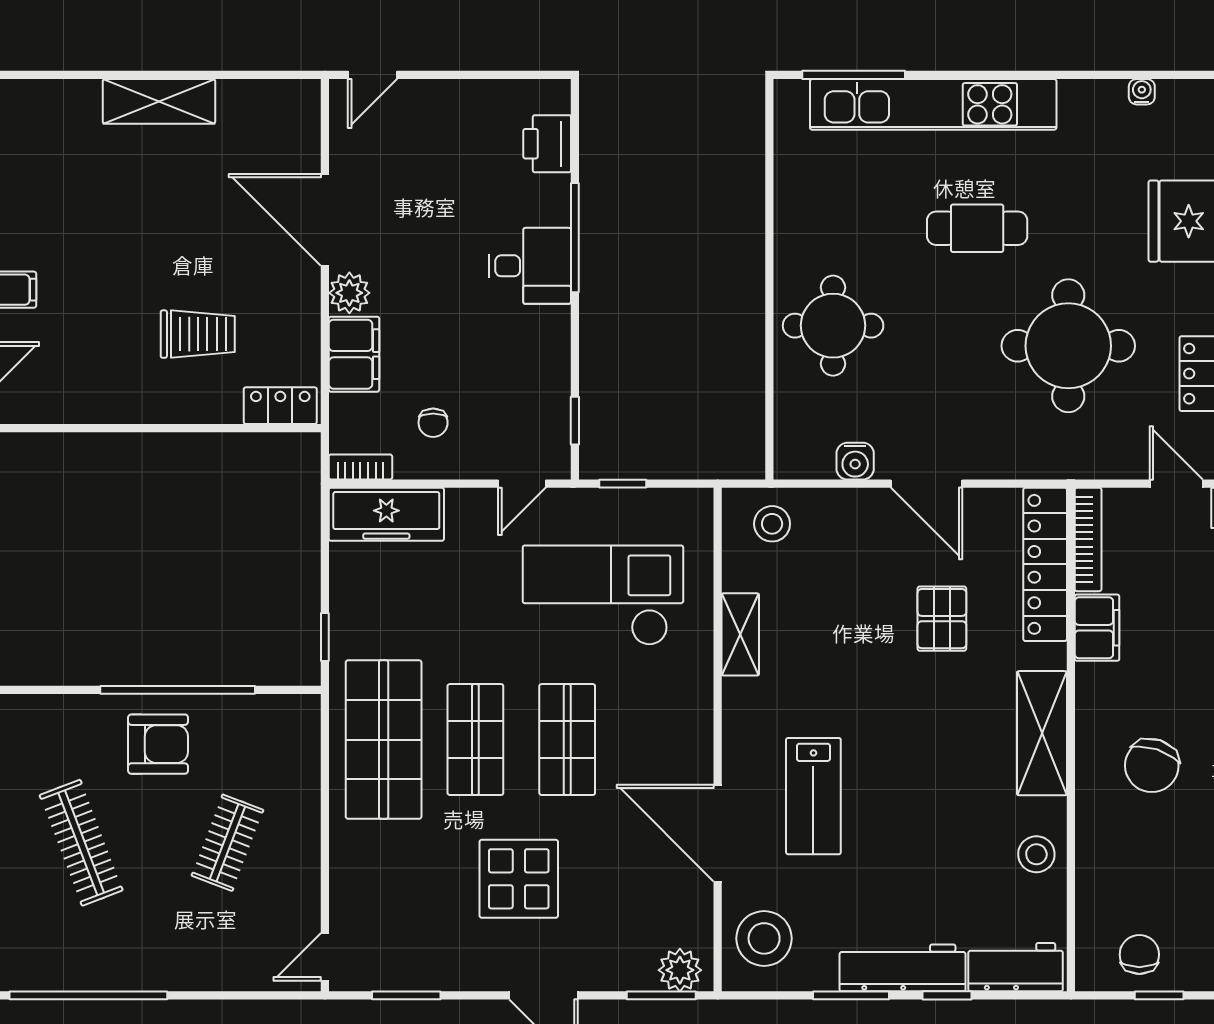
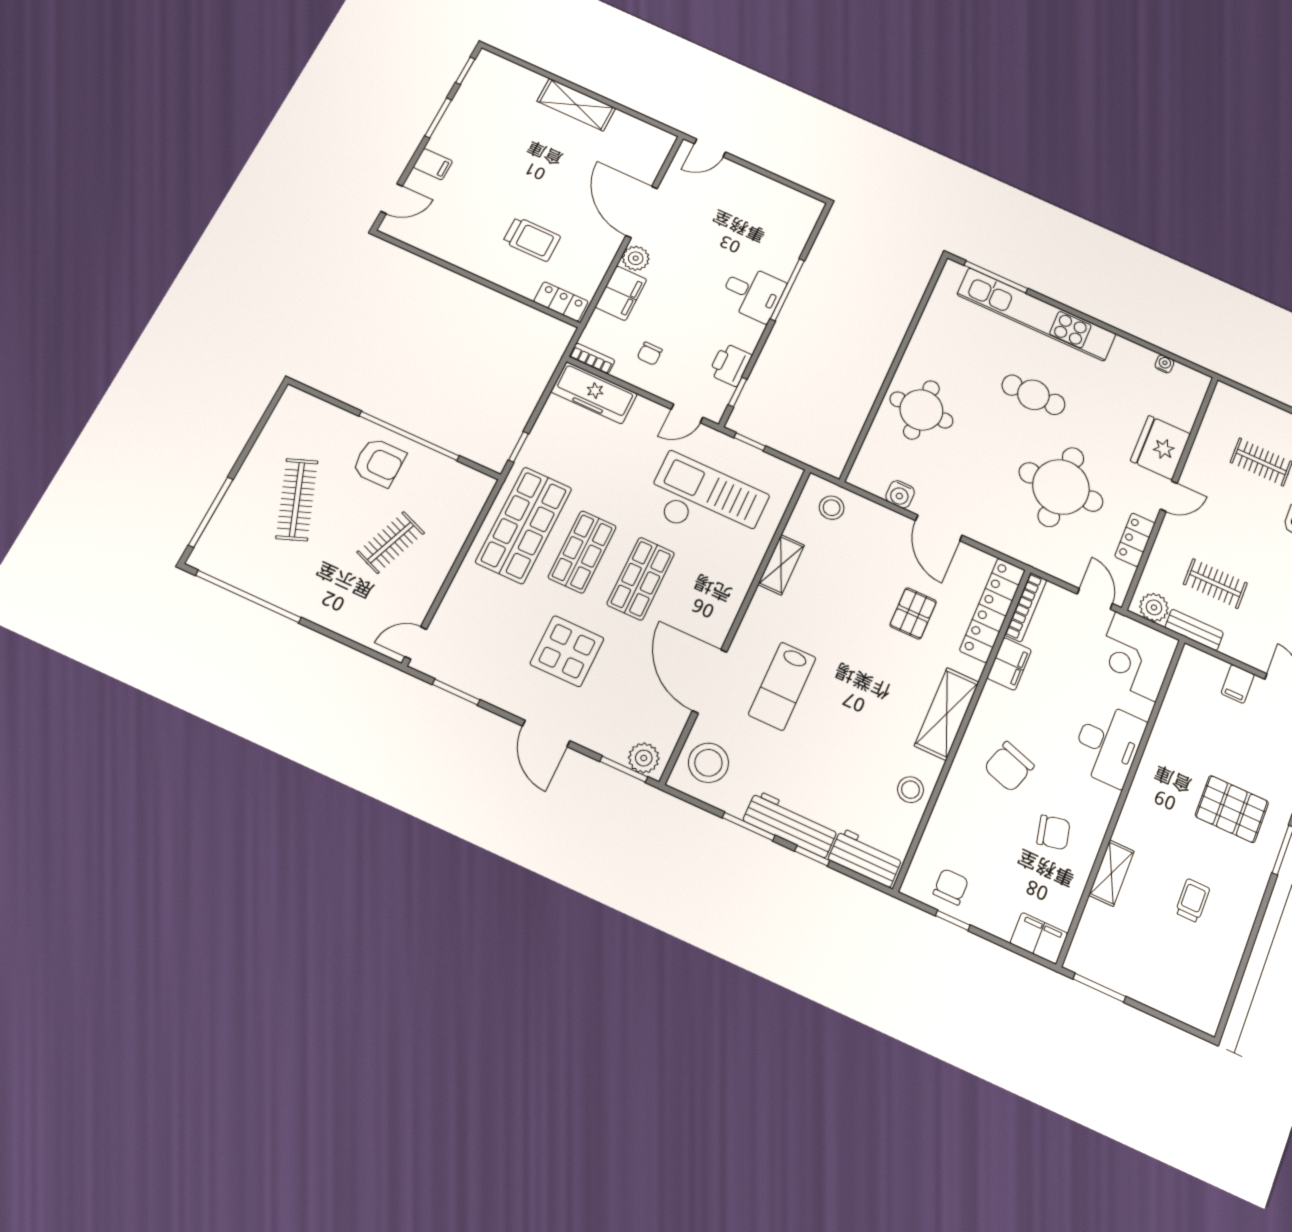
printer: (547, 144) -> (730, 365), moved

